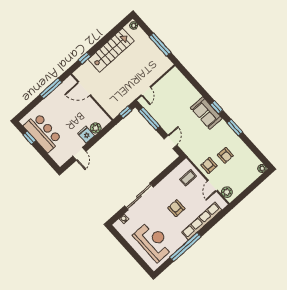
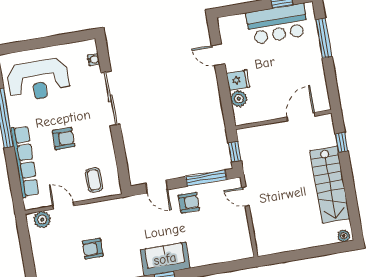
window: (160, 45) -> (296, 255), removed
window: (51, 88) -> (324, 38), moved
armchair: (209, 165) -> (189, 203), moved

